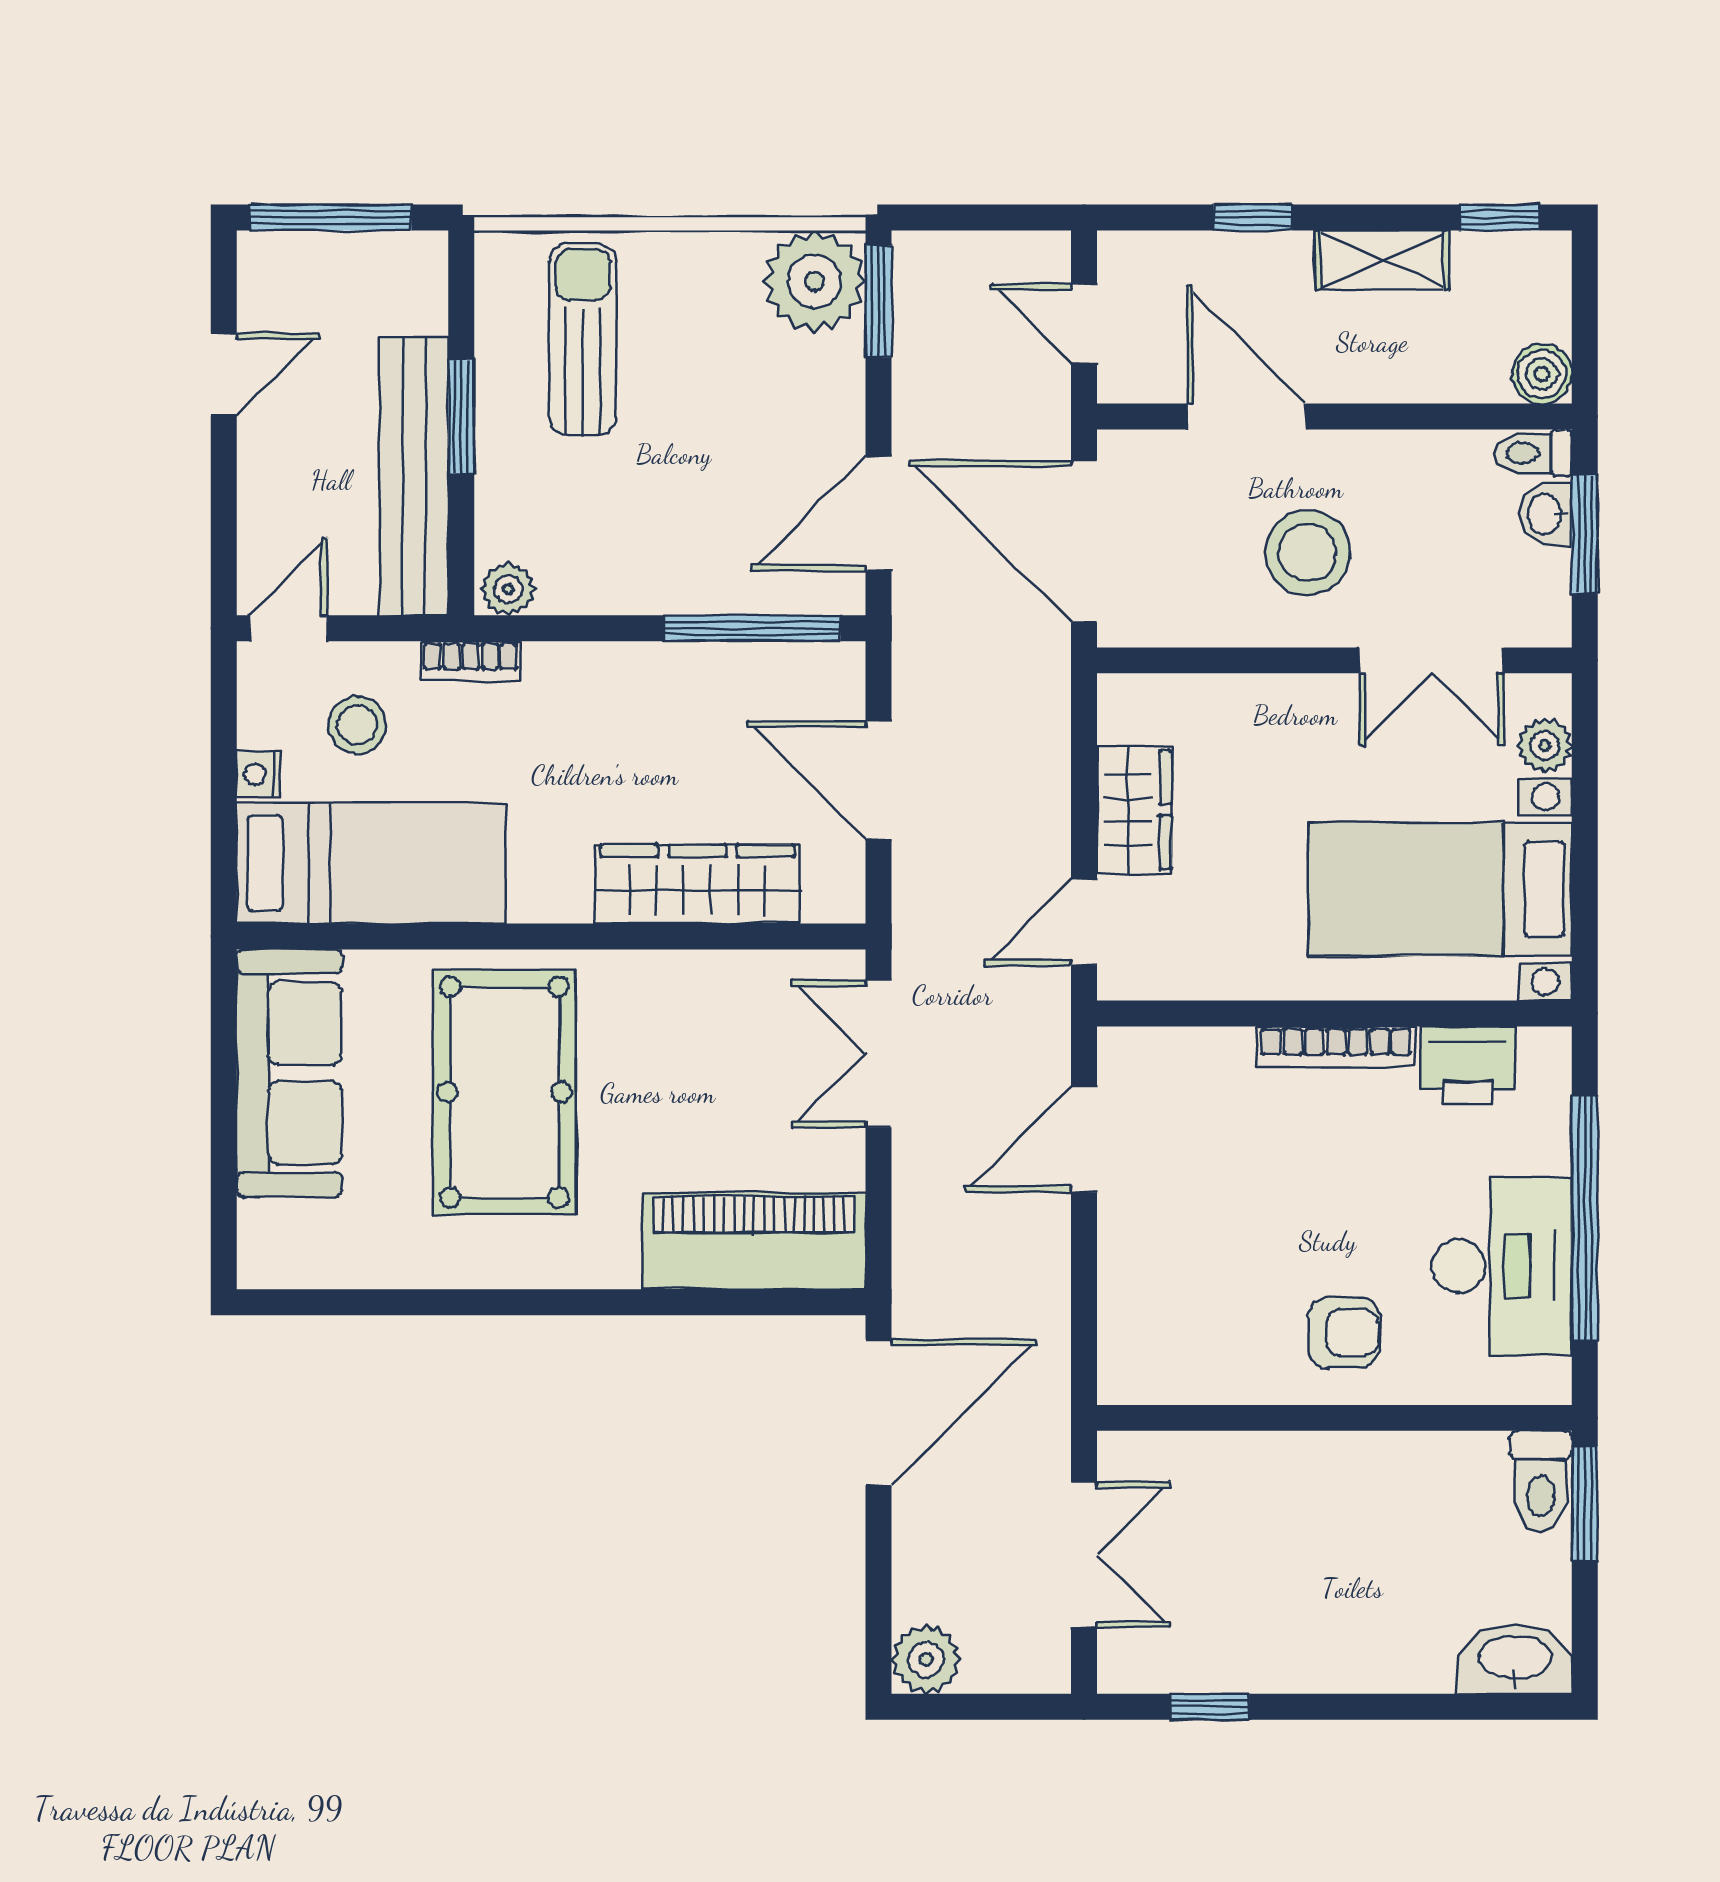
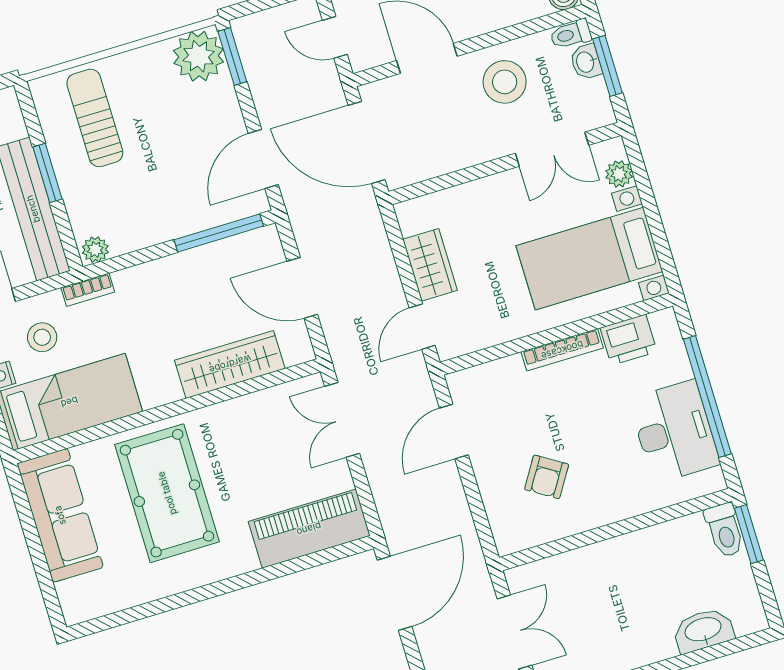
stool: (1308, 553) -> (505, 82), moved
armchair: (1344, 1333) -> (547, 477), moved, turned 122
washbasin: (1515, 1659) -> (703, 630), moved

